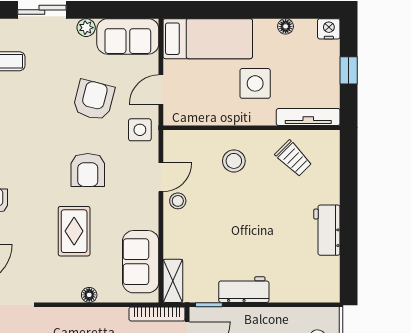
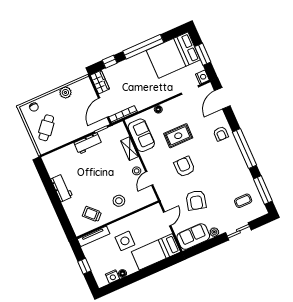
nightstand: (329, 29) -> (113, 277), moved
side table: (140, 130) -> (169, 196), removed
rug: (74, 231) -> (178, 136), turned 90
shelving: (173, 281) -> (129, 149), moved

